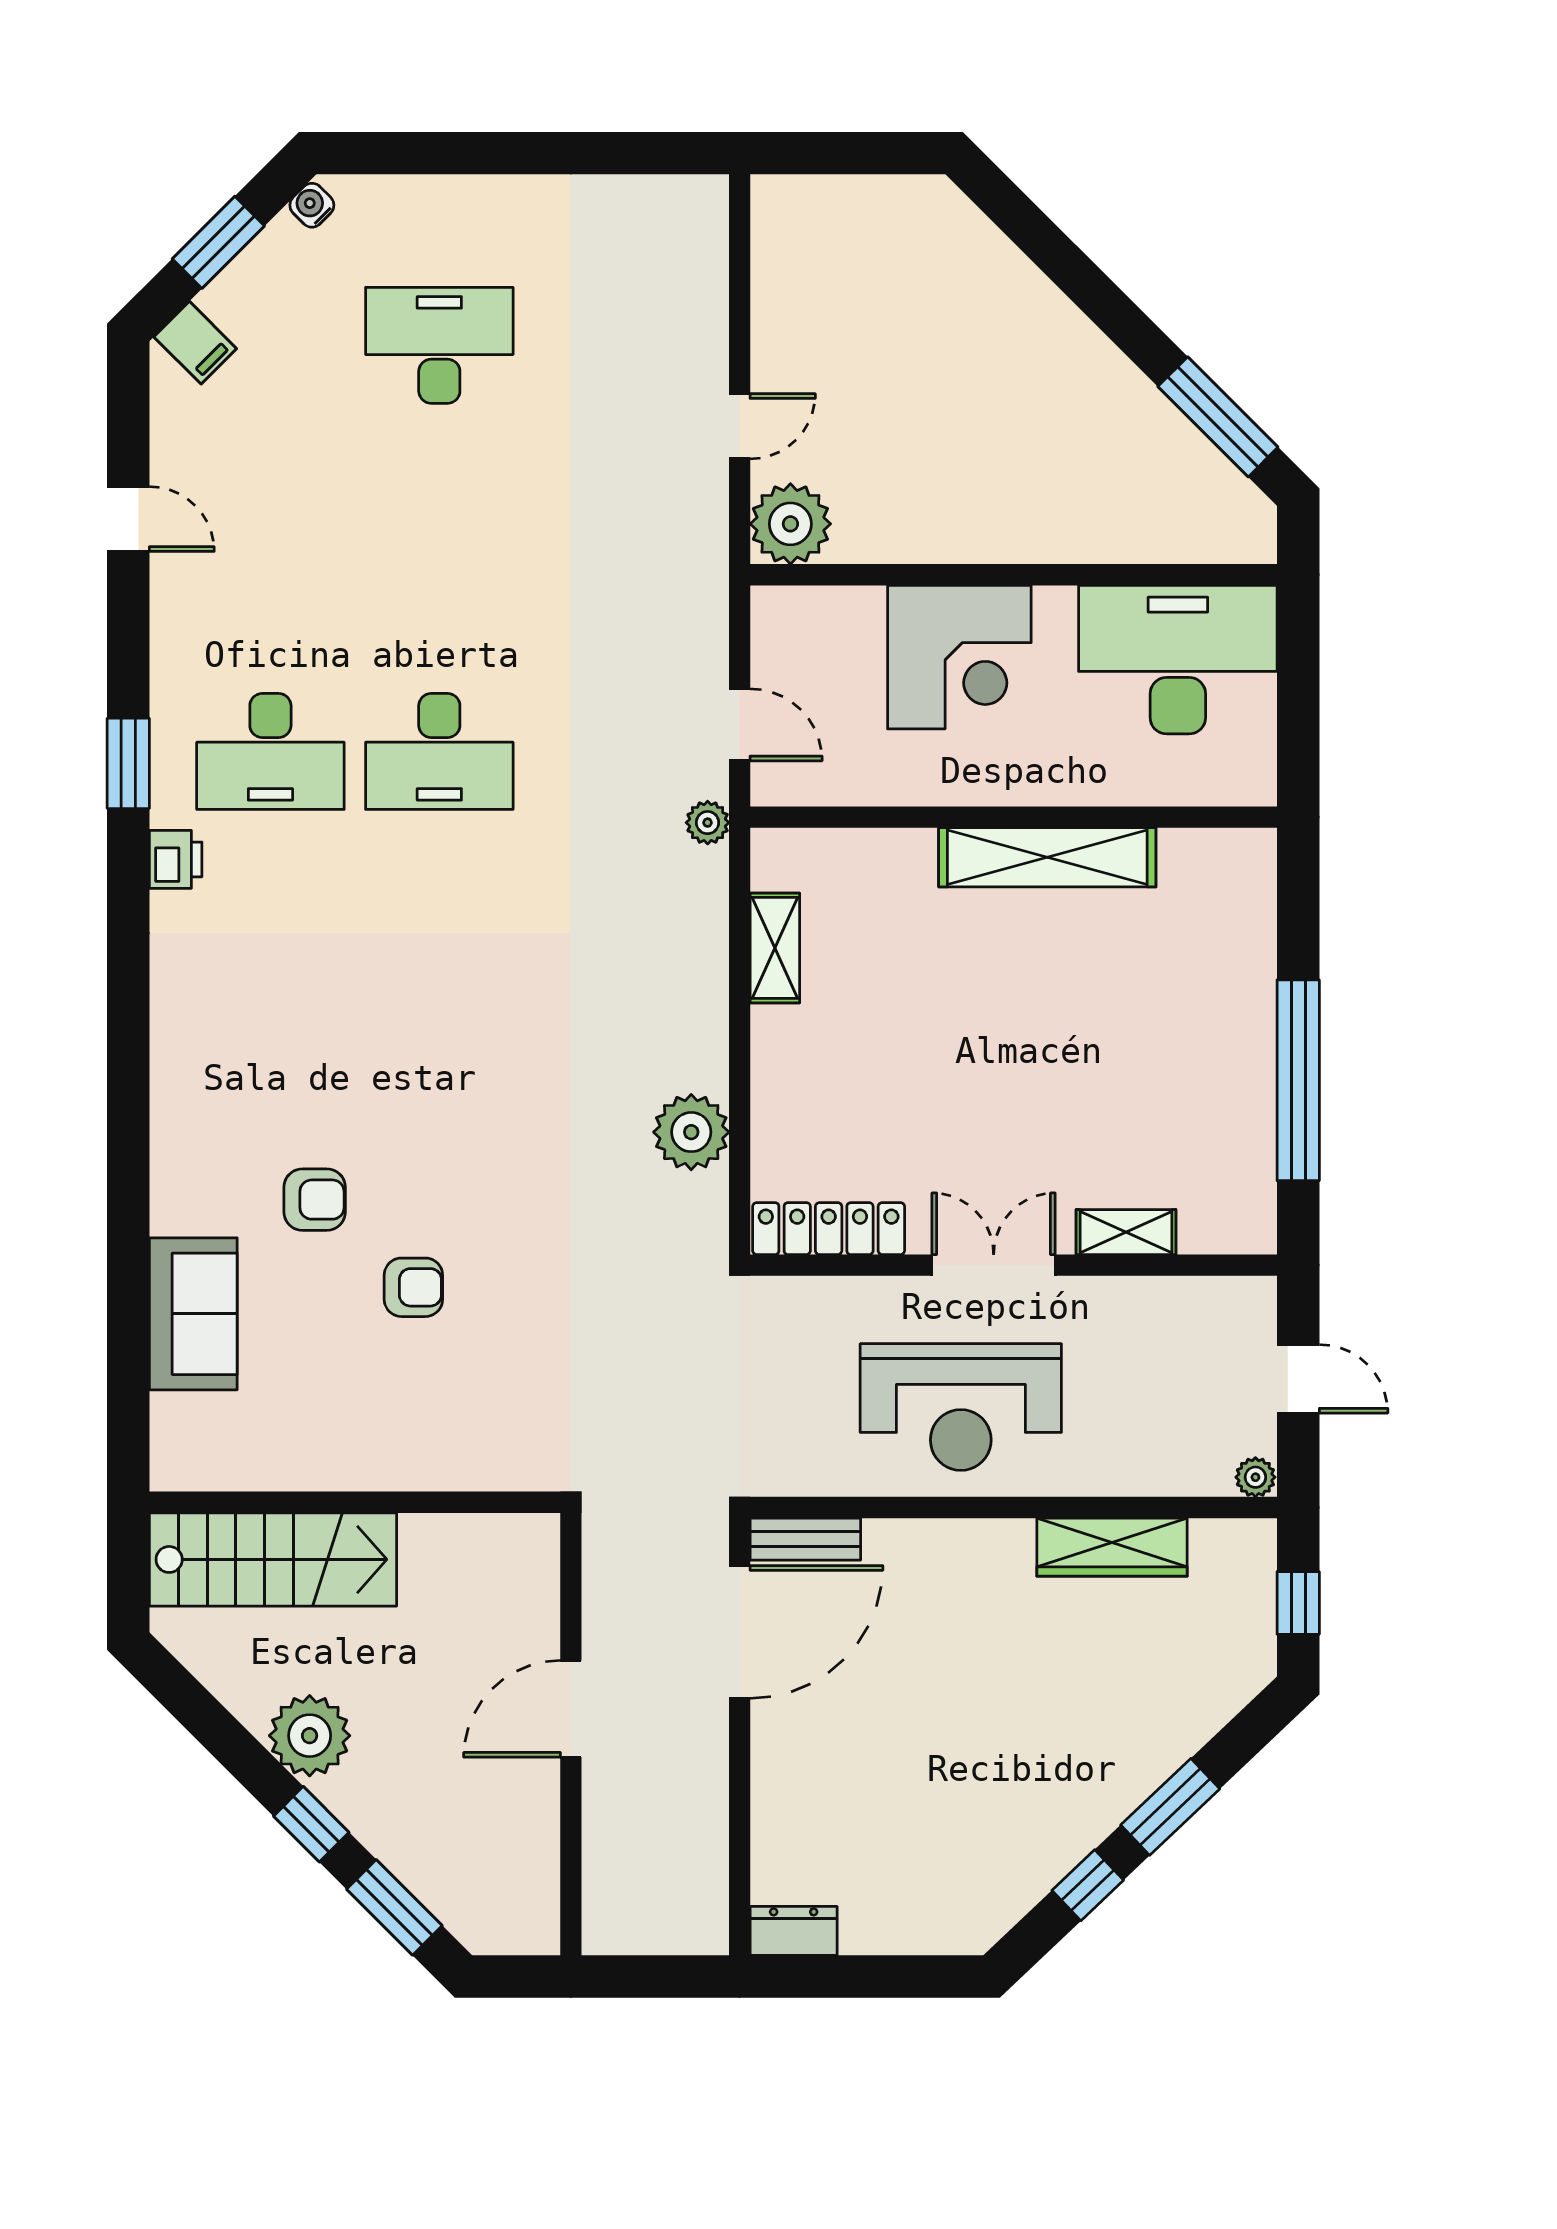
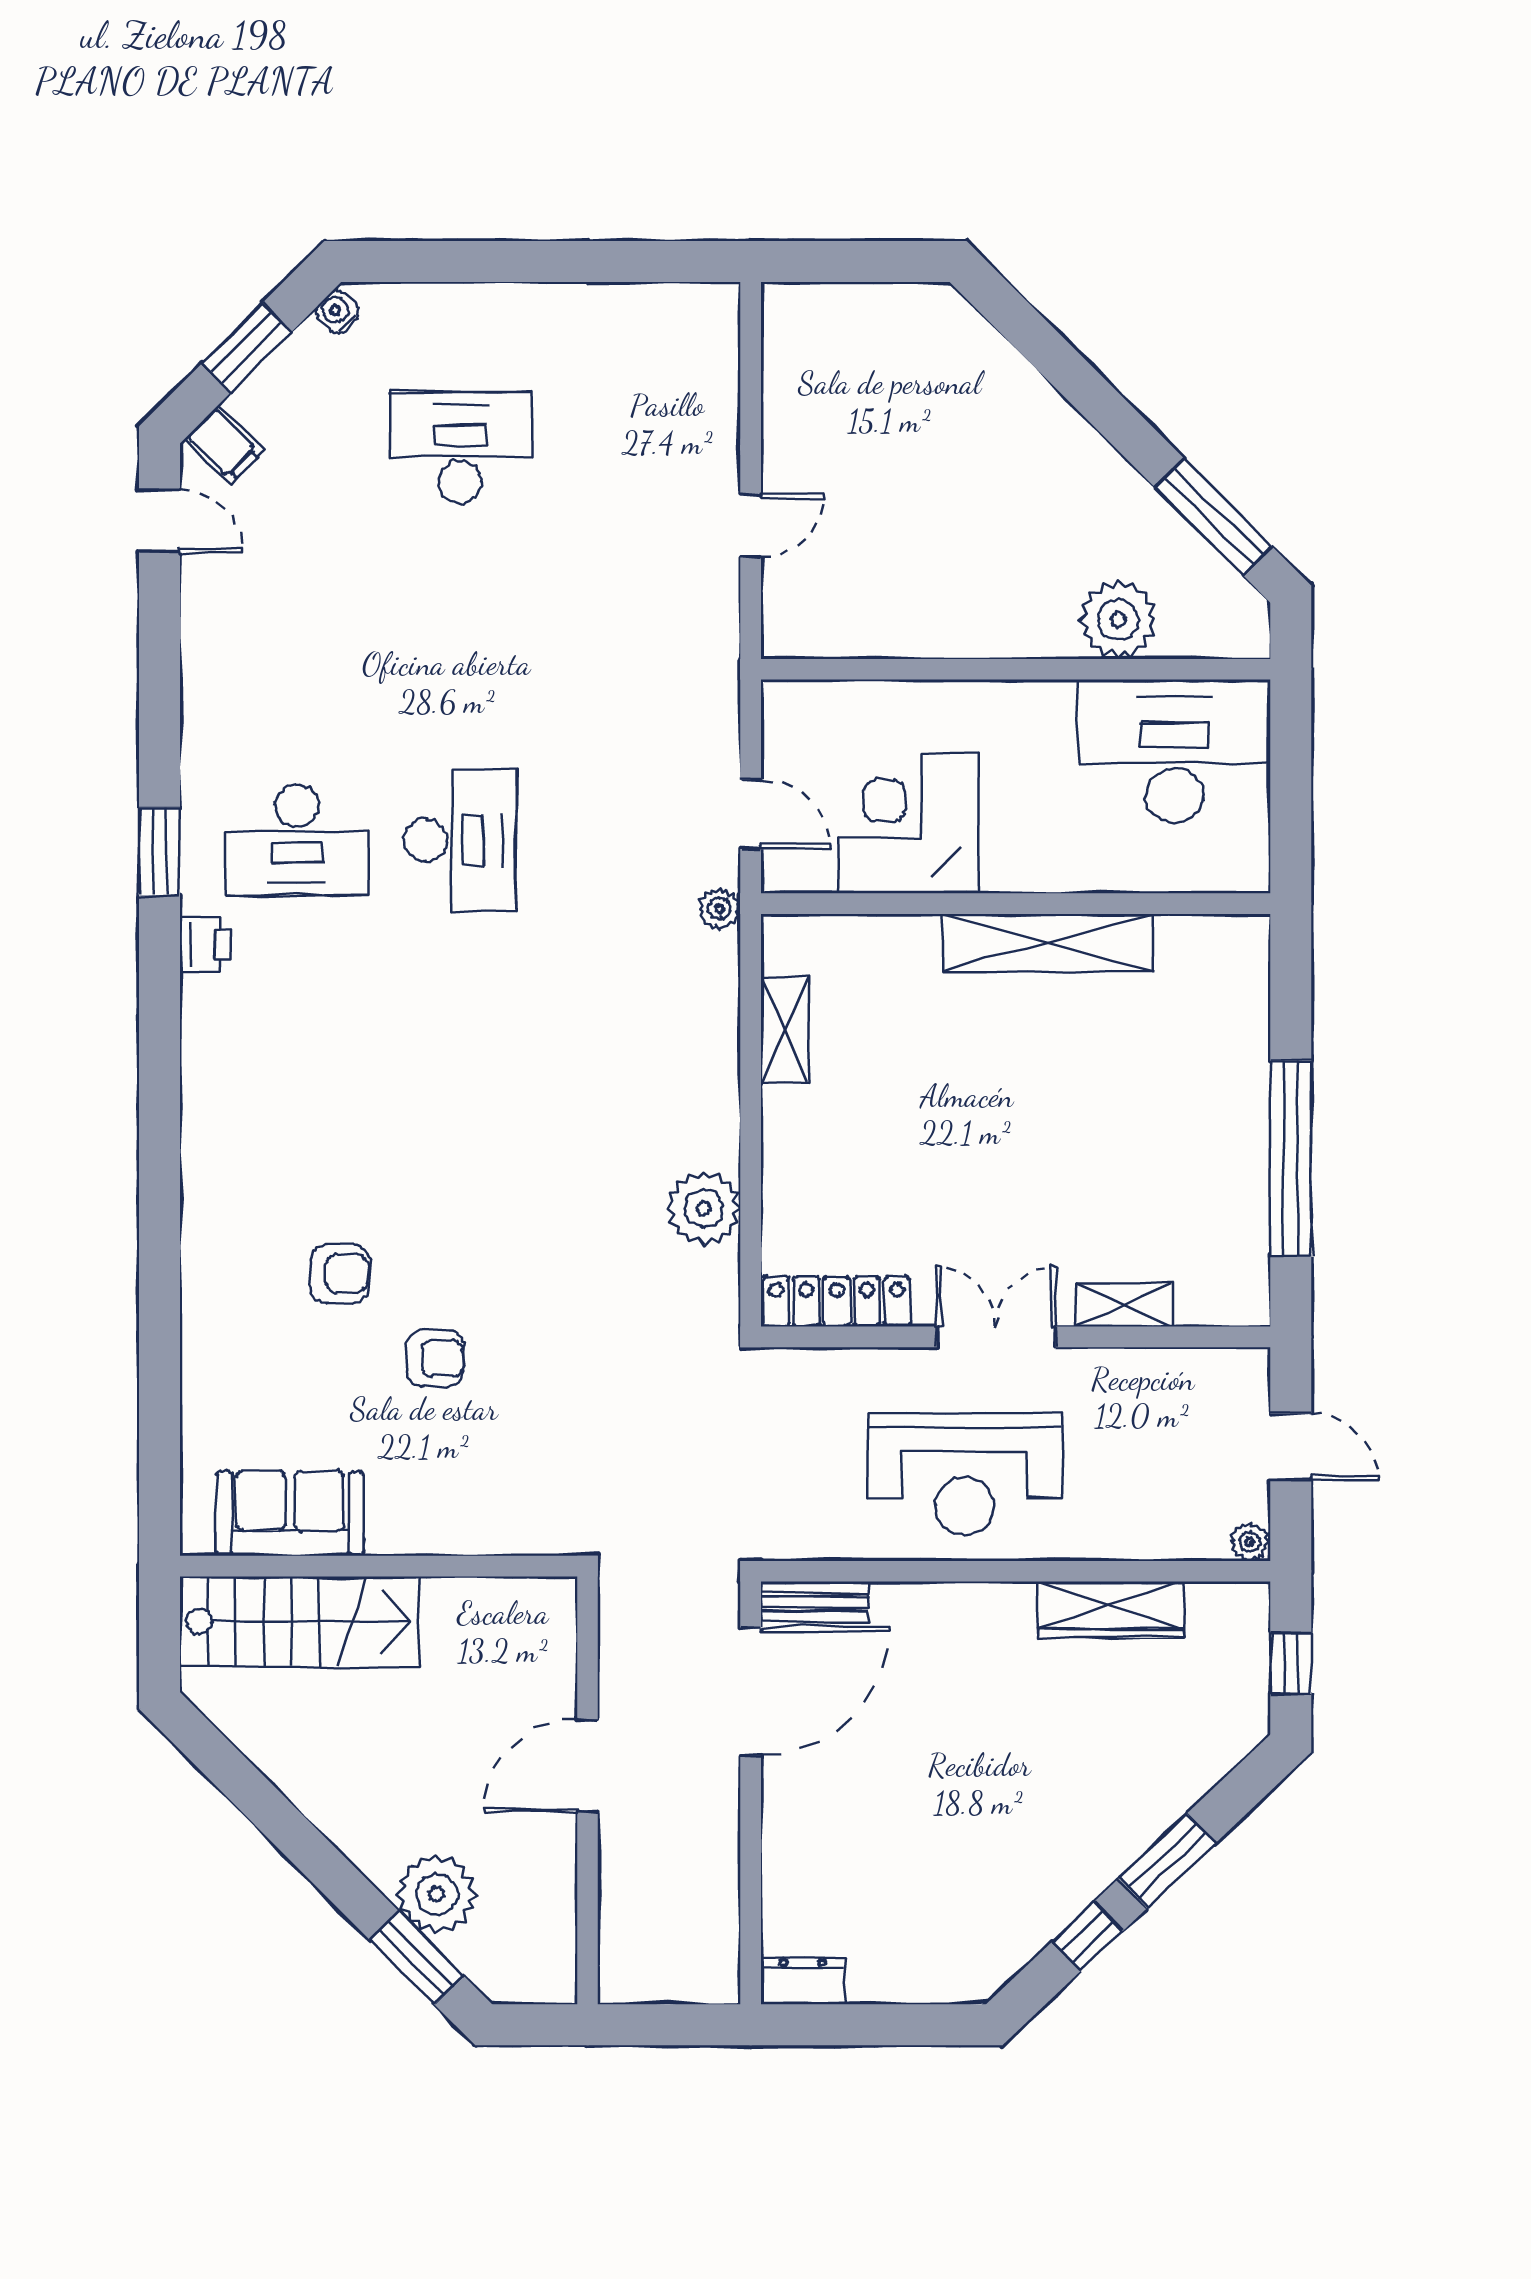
door: (128, 519) -> (159, 521), moved
plant: (790, 524) -> (1118, 620), moved
corner desk: (959, 657) -> (908, 824), moved, turned 180
desk: (439, 751) -> (460, 840), turned -90
sofa: (193, 1314) -> (290, 1513), moved, turned -90
plant: (310, 1736) -> (437, 1894), moved
window: (311, 1824) -> (336, 1878), removed

